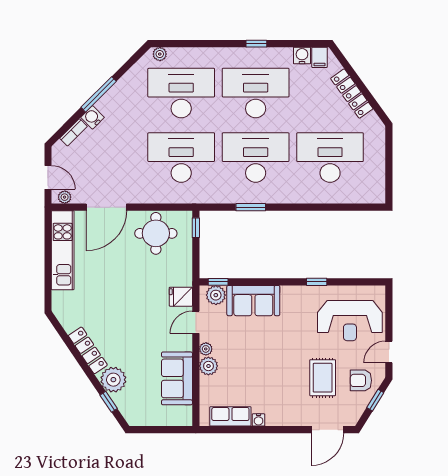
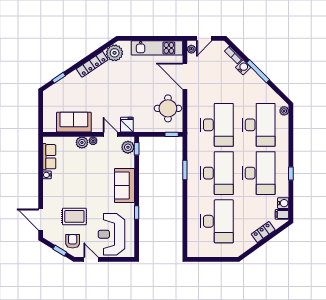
locker: (352, 94) -> (263, 232), width x0.66
sofa: (253, 301) -> (124, 186), moved
plant: (113, 380) -> (115, 53), moved

